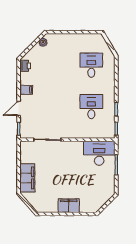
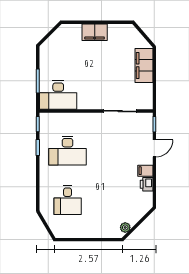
printer: (25, 66) -> (147, 184), moved
desk: (91, 107) -> (68, 151), width x1.37

